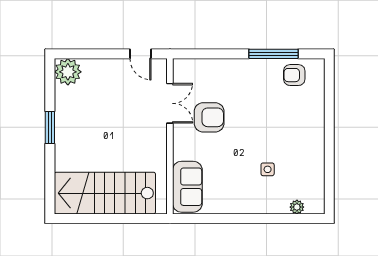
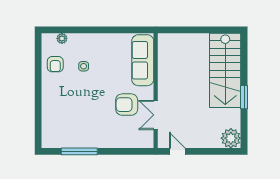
armchair: (294, 75) -> (55, 64), moved, turned 90
sofa: (187, 187) -> (143, 60), width x1.36
stairs: (105, 193) -> (225, 70), moved, turned 90

